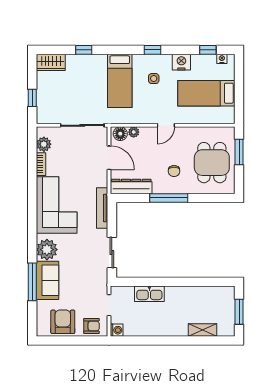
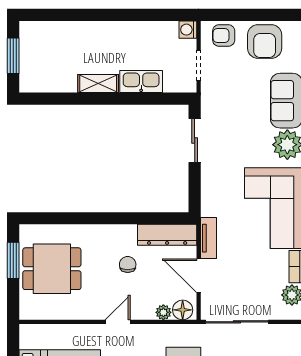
window: (239, 152) -> (13, 260), moved
dining table: (212, 163) -> (52, 269), turned 90
chair: (174, 171) -> (128, 264), moved
window: (169, 198) -> (113, 218), removed
tv unit: (102, 208) -> (208, 238), moved, width x0.71
shelving: (202, 330) -> (98, 84), moved

